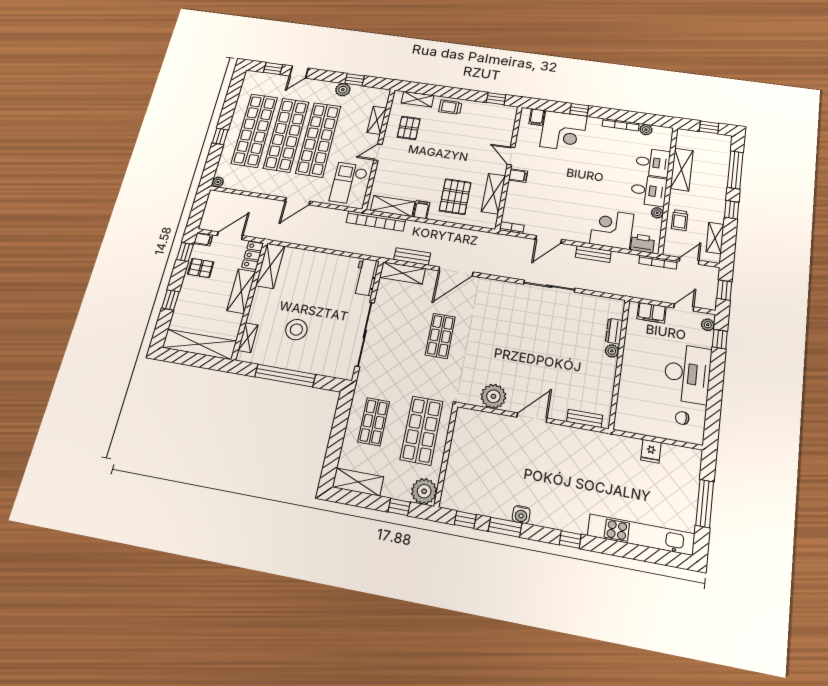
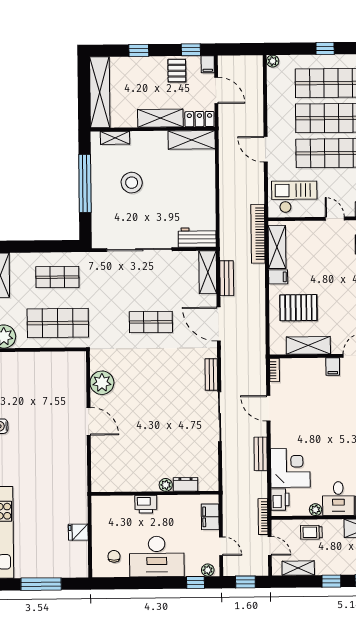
printer: (630, 375) -> (146, 504), added
bench: (585, 418) -> (211, 375), moved

